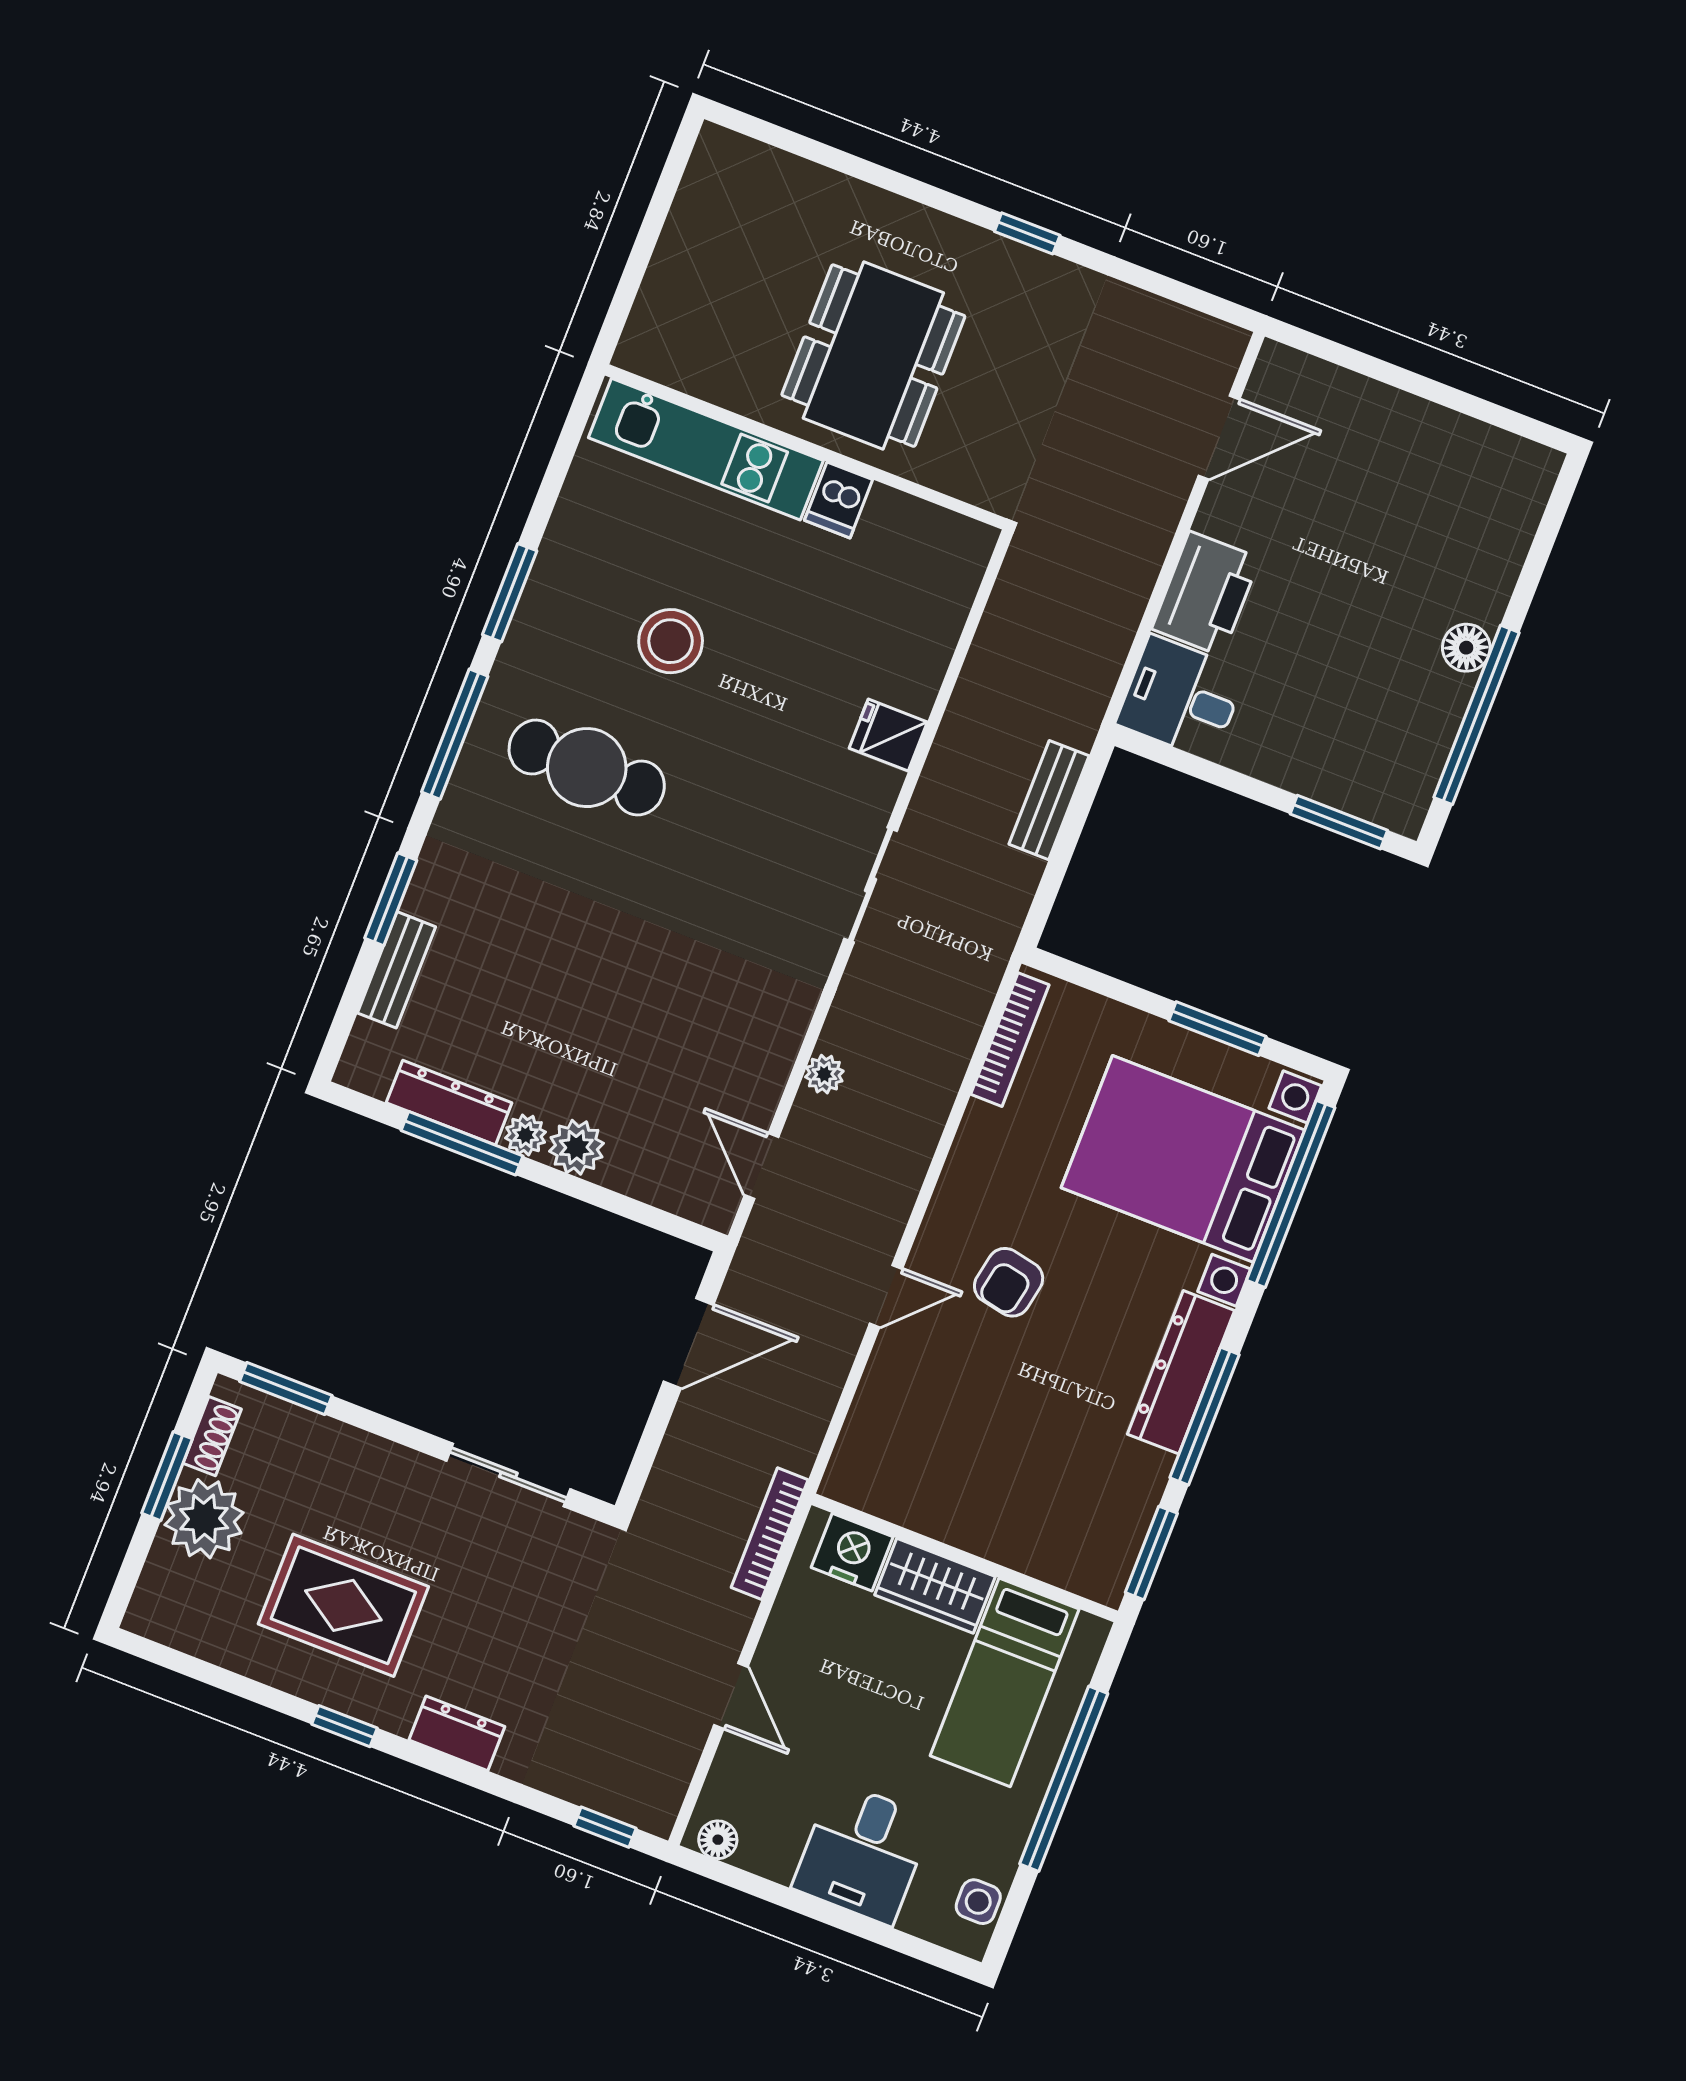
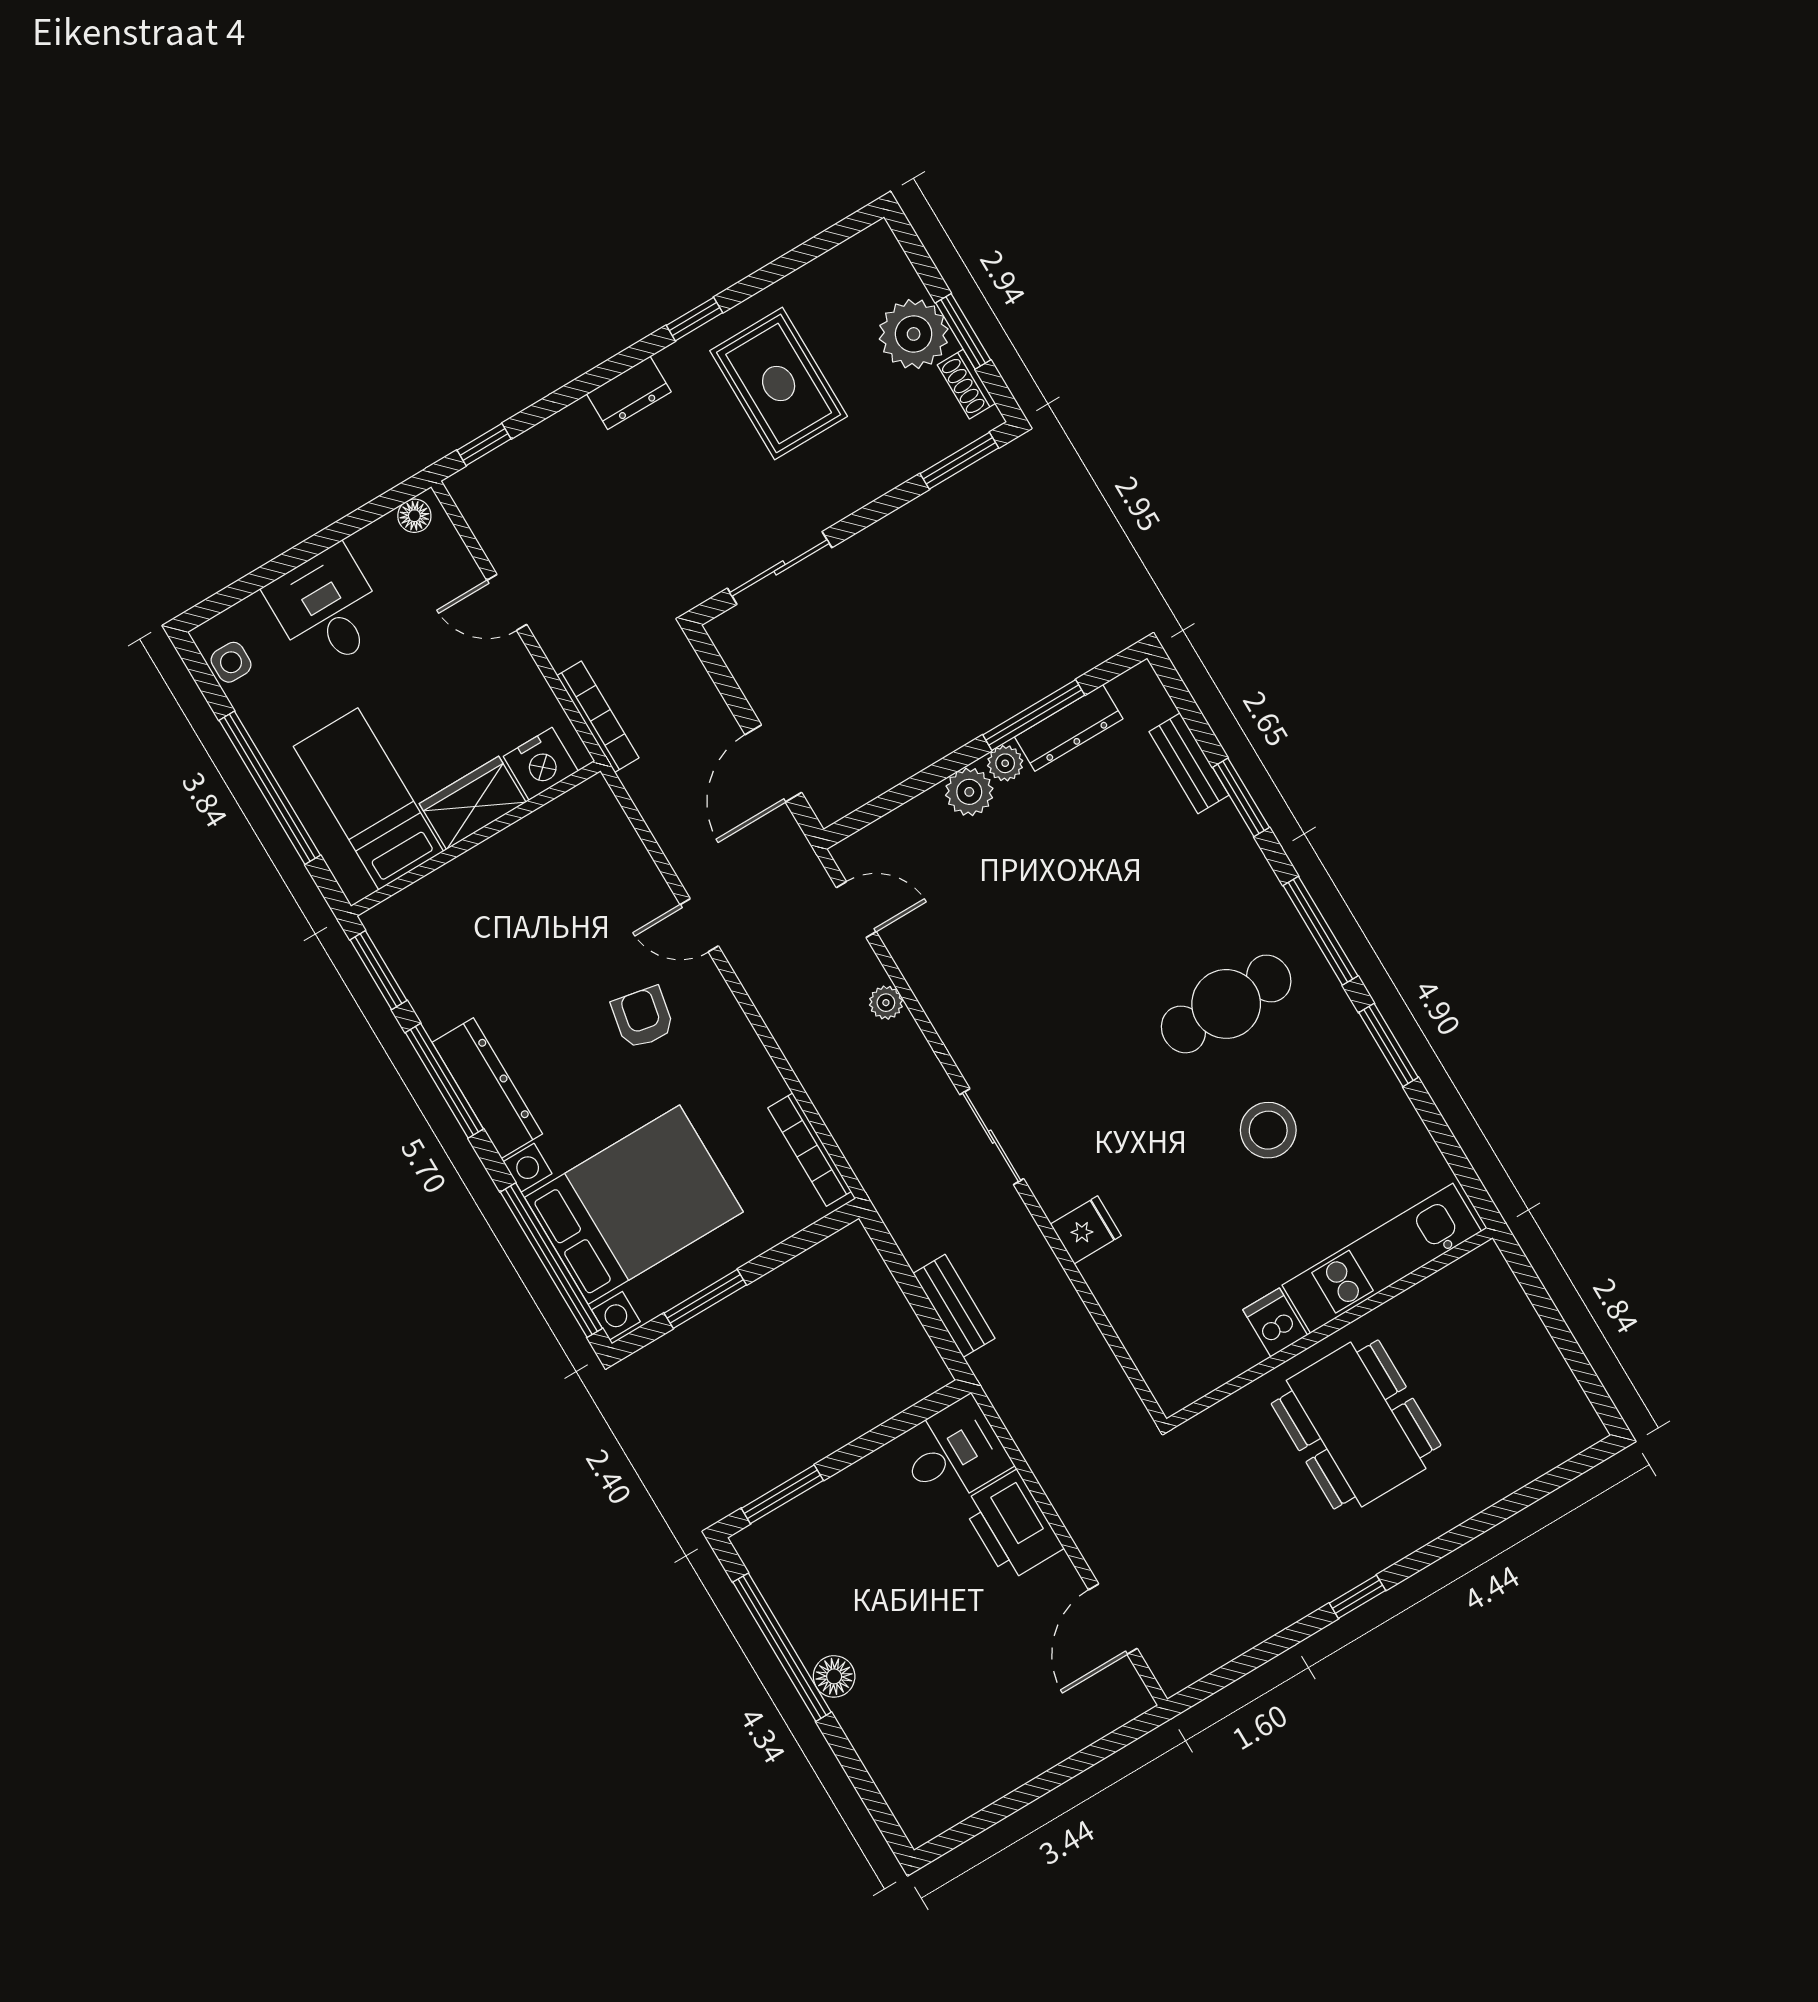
door: (886, 1296) -> (699, 925), hinge flipped
rug: (343, 1605) -> (779, 383), turned 90

